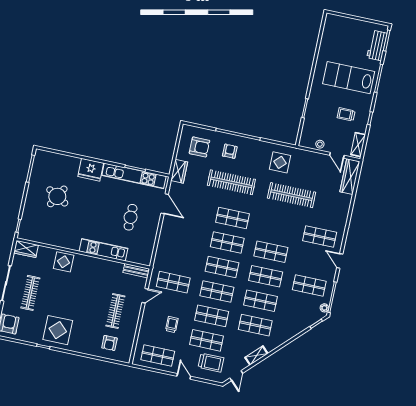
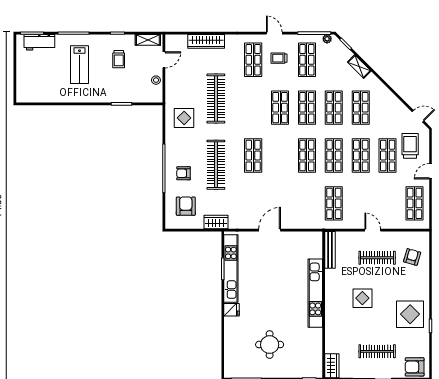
lab bench: (349, 78) -> (80, 65), width x0.73, depth x0.72
fridge: (91, 170) -> (232, 310), width x0.53, depth x0.75
wardrobe: (350, 177) -> (206, 41), moved
round table: (57, 196) -> (270, 345), turned -30
door: (165, 204) -> (270, 230), moved
cafe table: (131, 217) -> (275, 263), removed
shop shelf: (227, 242) -> (280, 156), removed
kitchen unit: (104, 250) -> (315, 293), width x1.36
door: (340, 261) -> (274, 33), swing flipped
display table: (64, 262) -> (362, 298), moved
bench: (136, 271) -> (330, 250), width x1.36
door: (145, 296) -> (373, 230), moved
trolley: (172, 324) -> (279, 58), moved
armchair: (109, 343) -> (412, 257), turned -74
shelving: (256, 355) -> (359, 66), moved

